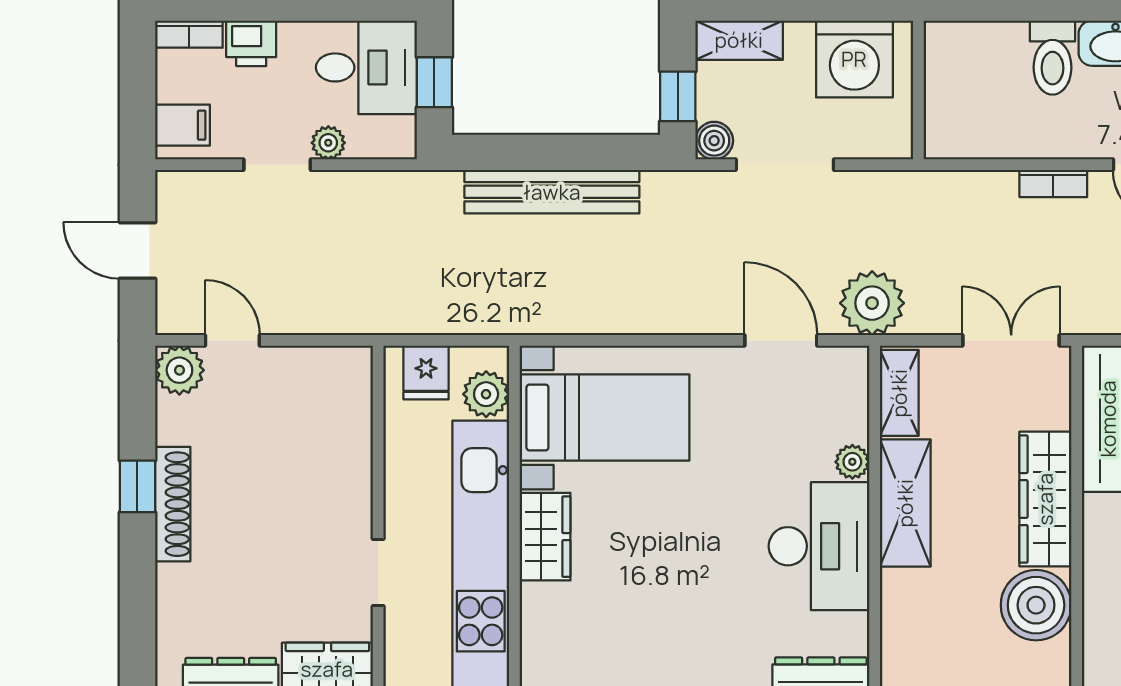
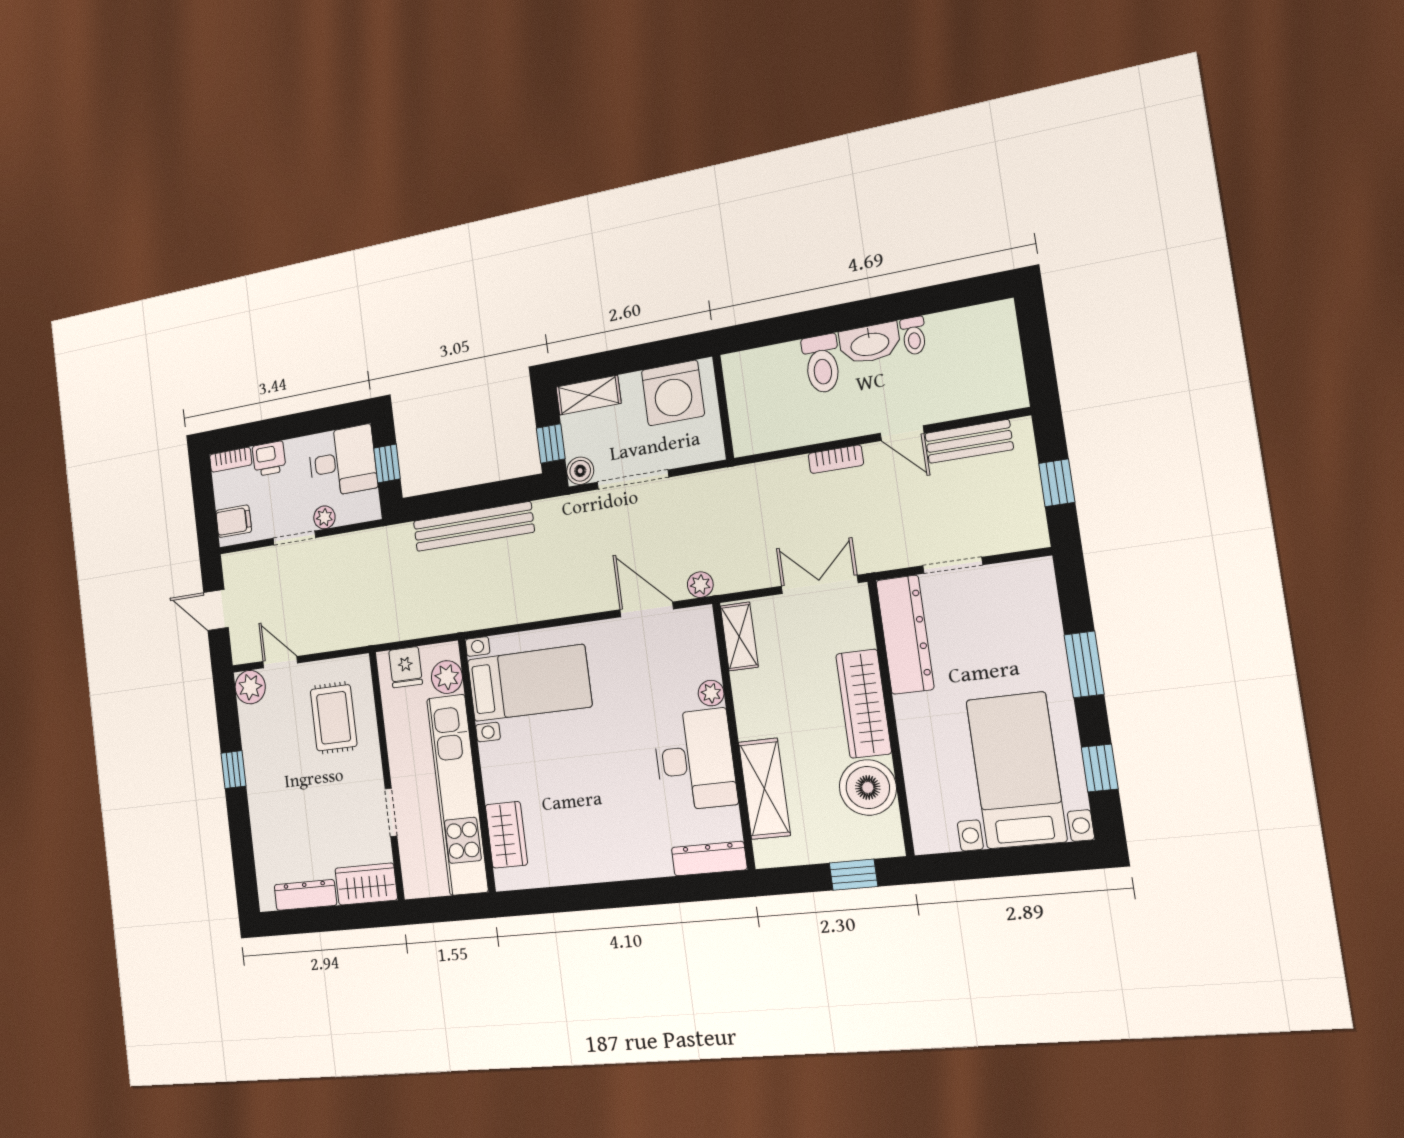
plant: (872, 303) -> (700, 585), width x0.53, depth x0.53
rug: (307, 430) -> (334, 718), added
shelving: (905, 503) -> (764, 789), moved
shoe rack: (173, 504) -> (256, 779), removed
wardrobe: (545, 537) -> (506, 835), moved

